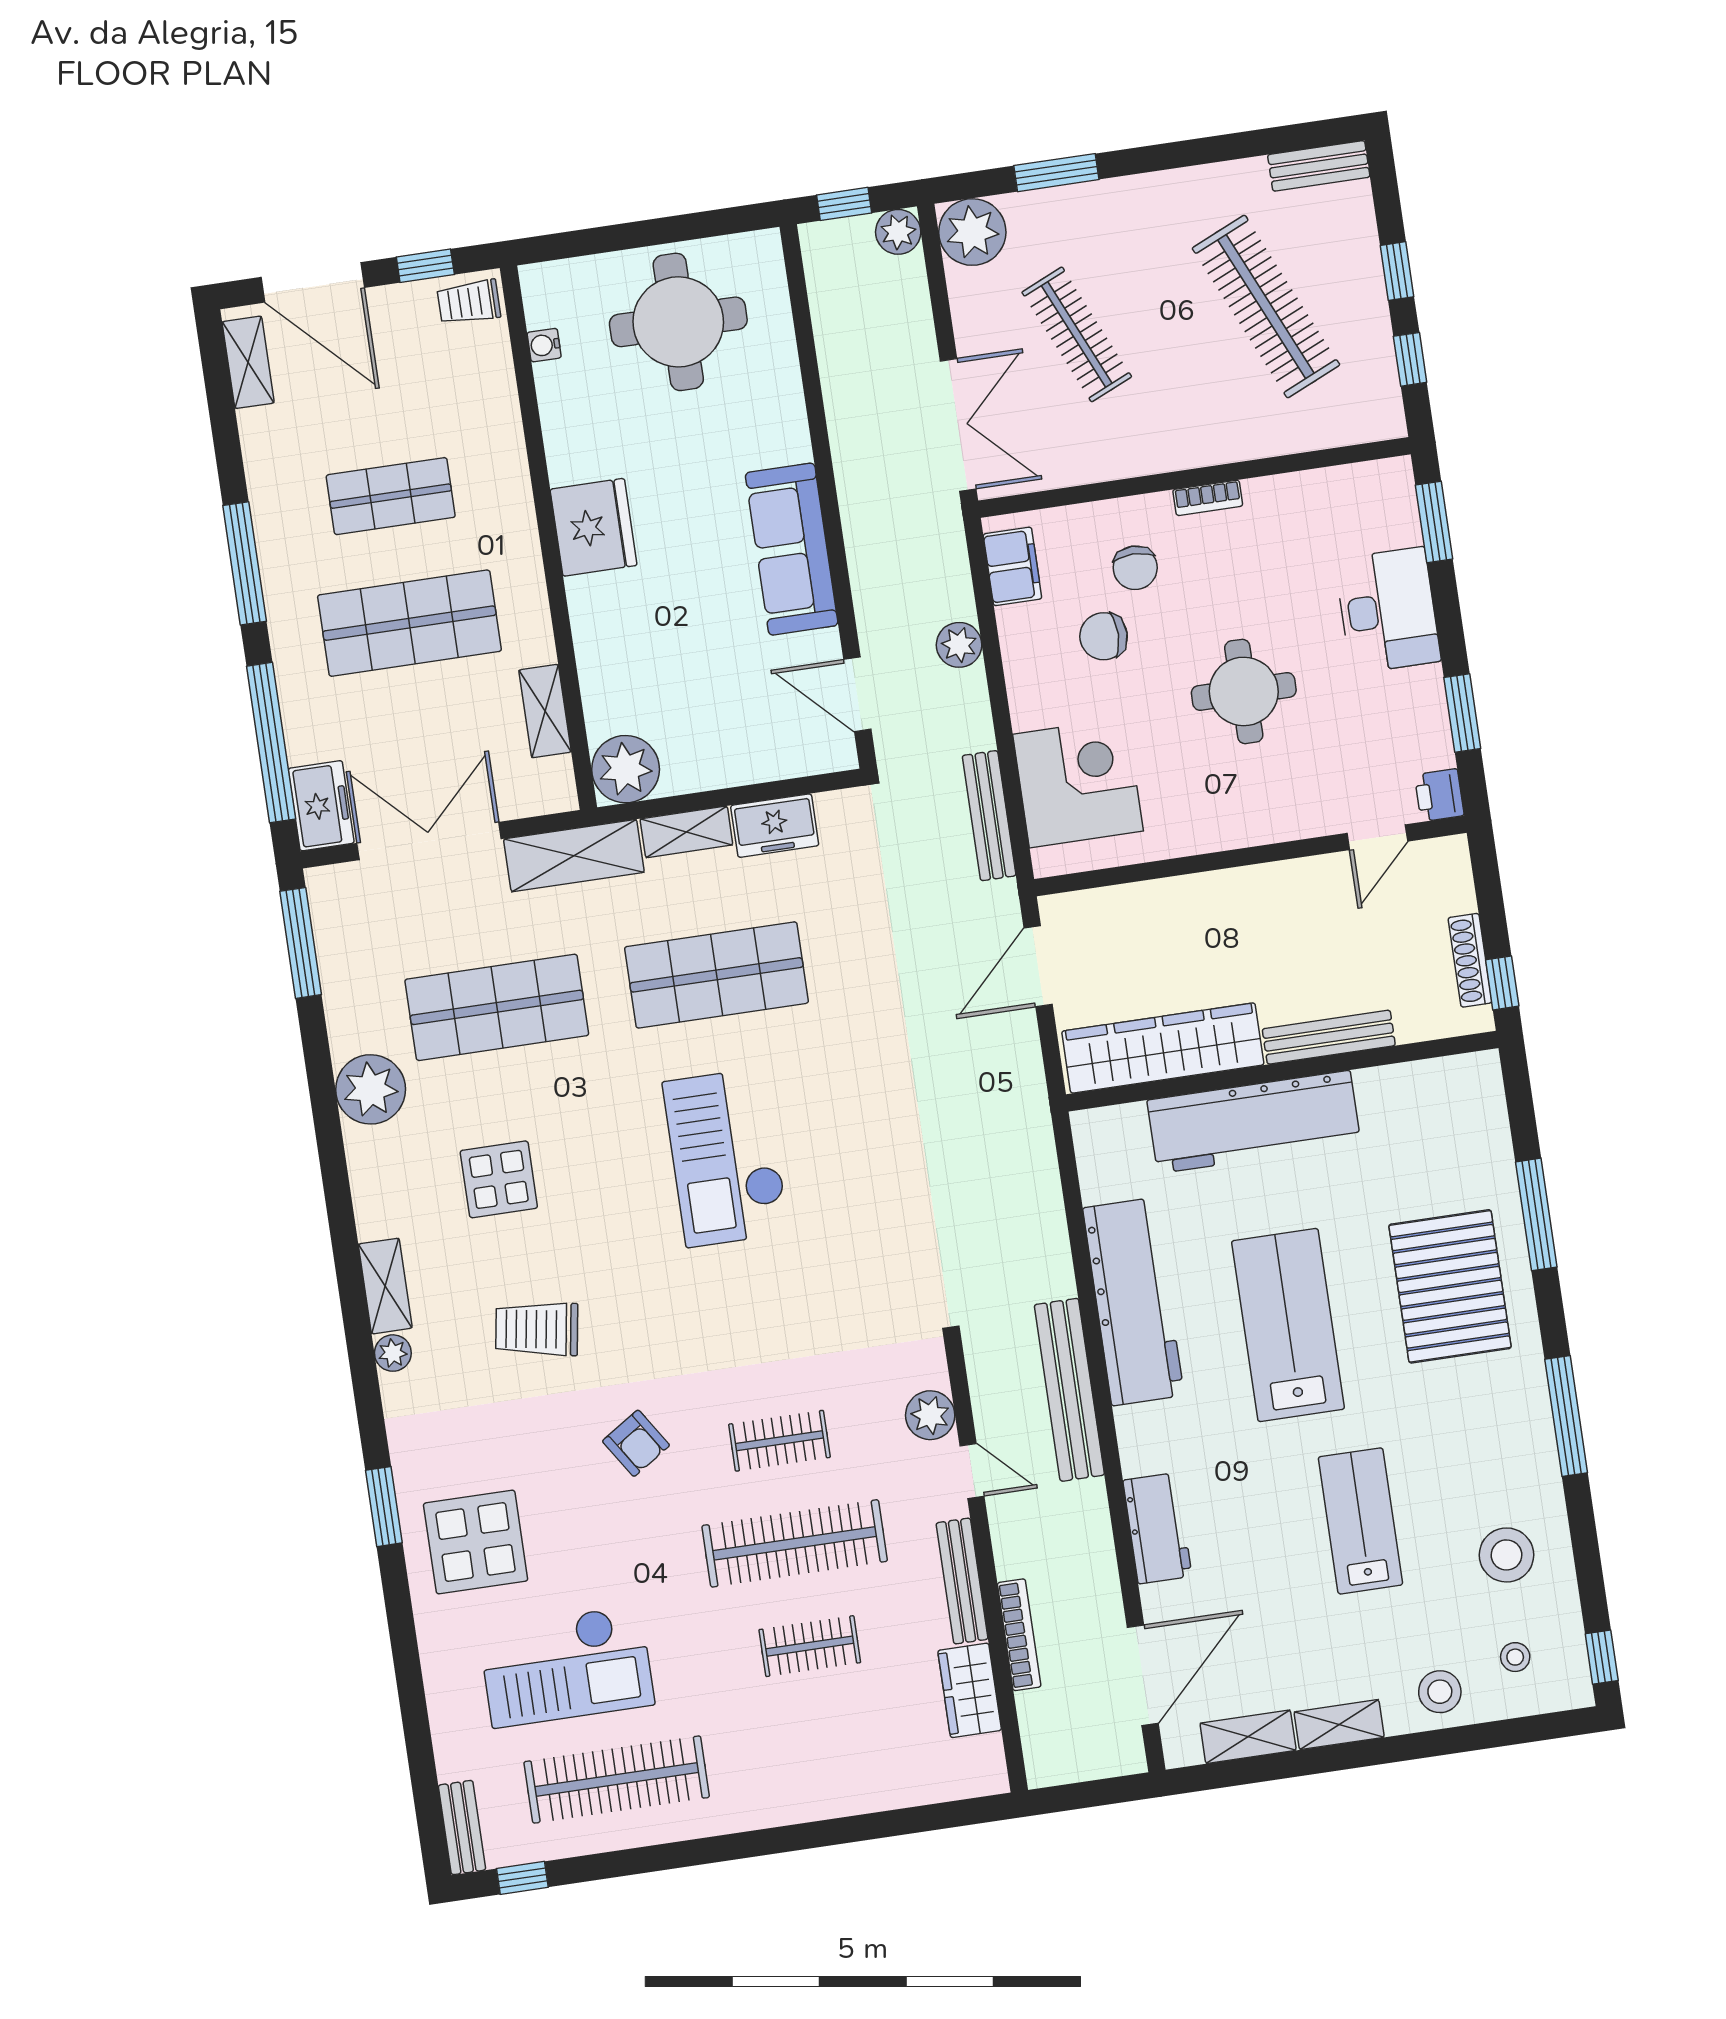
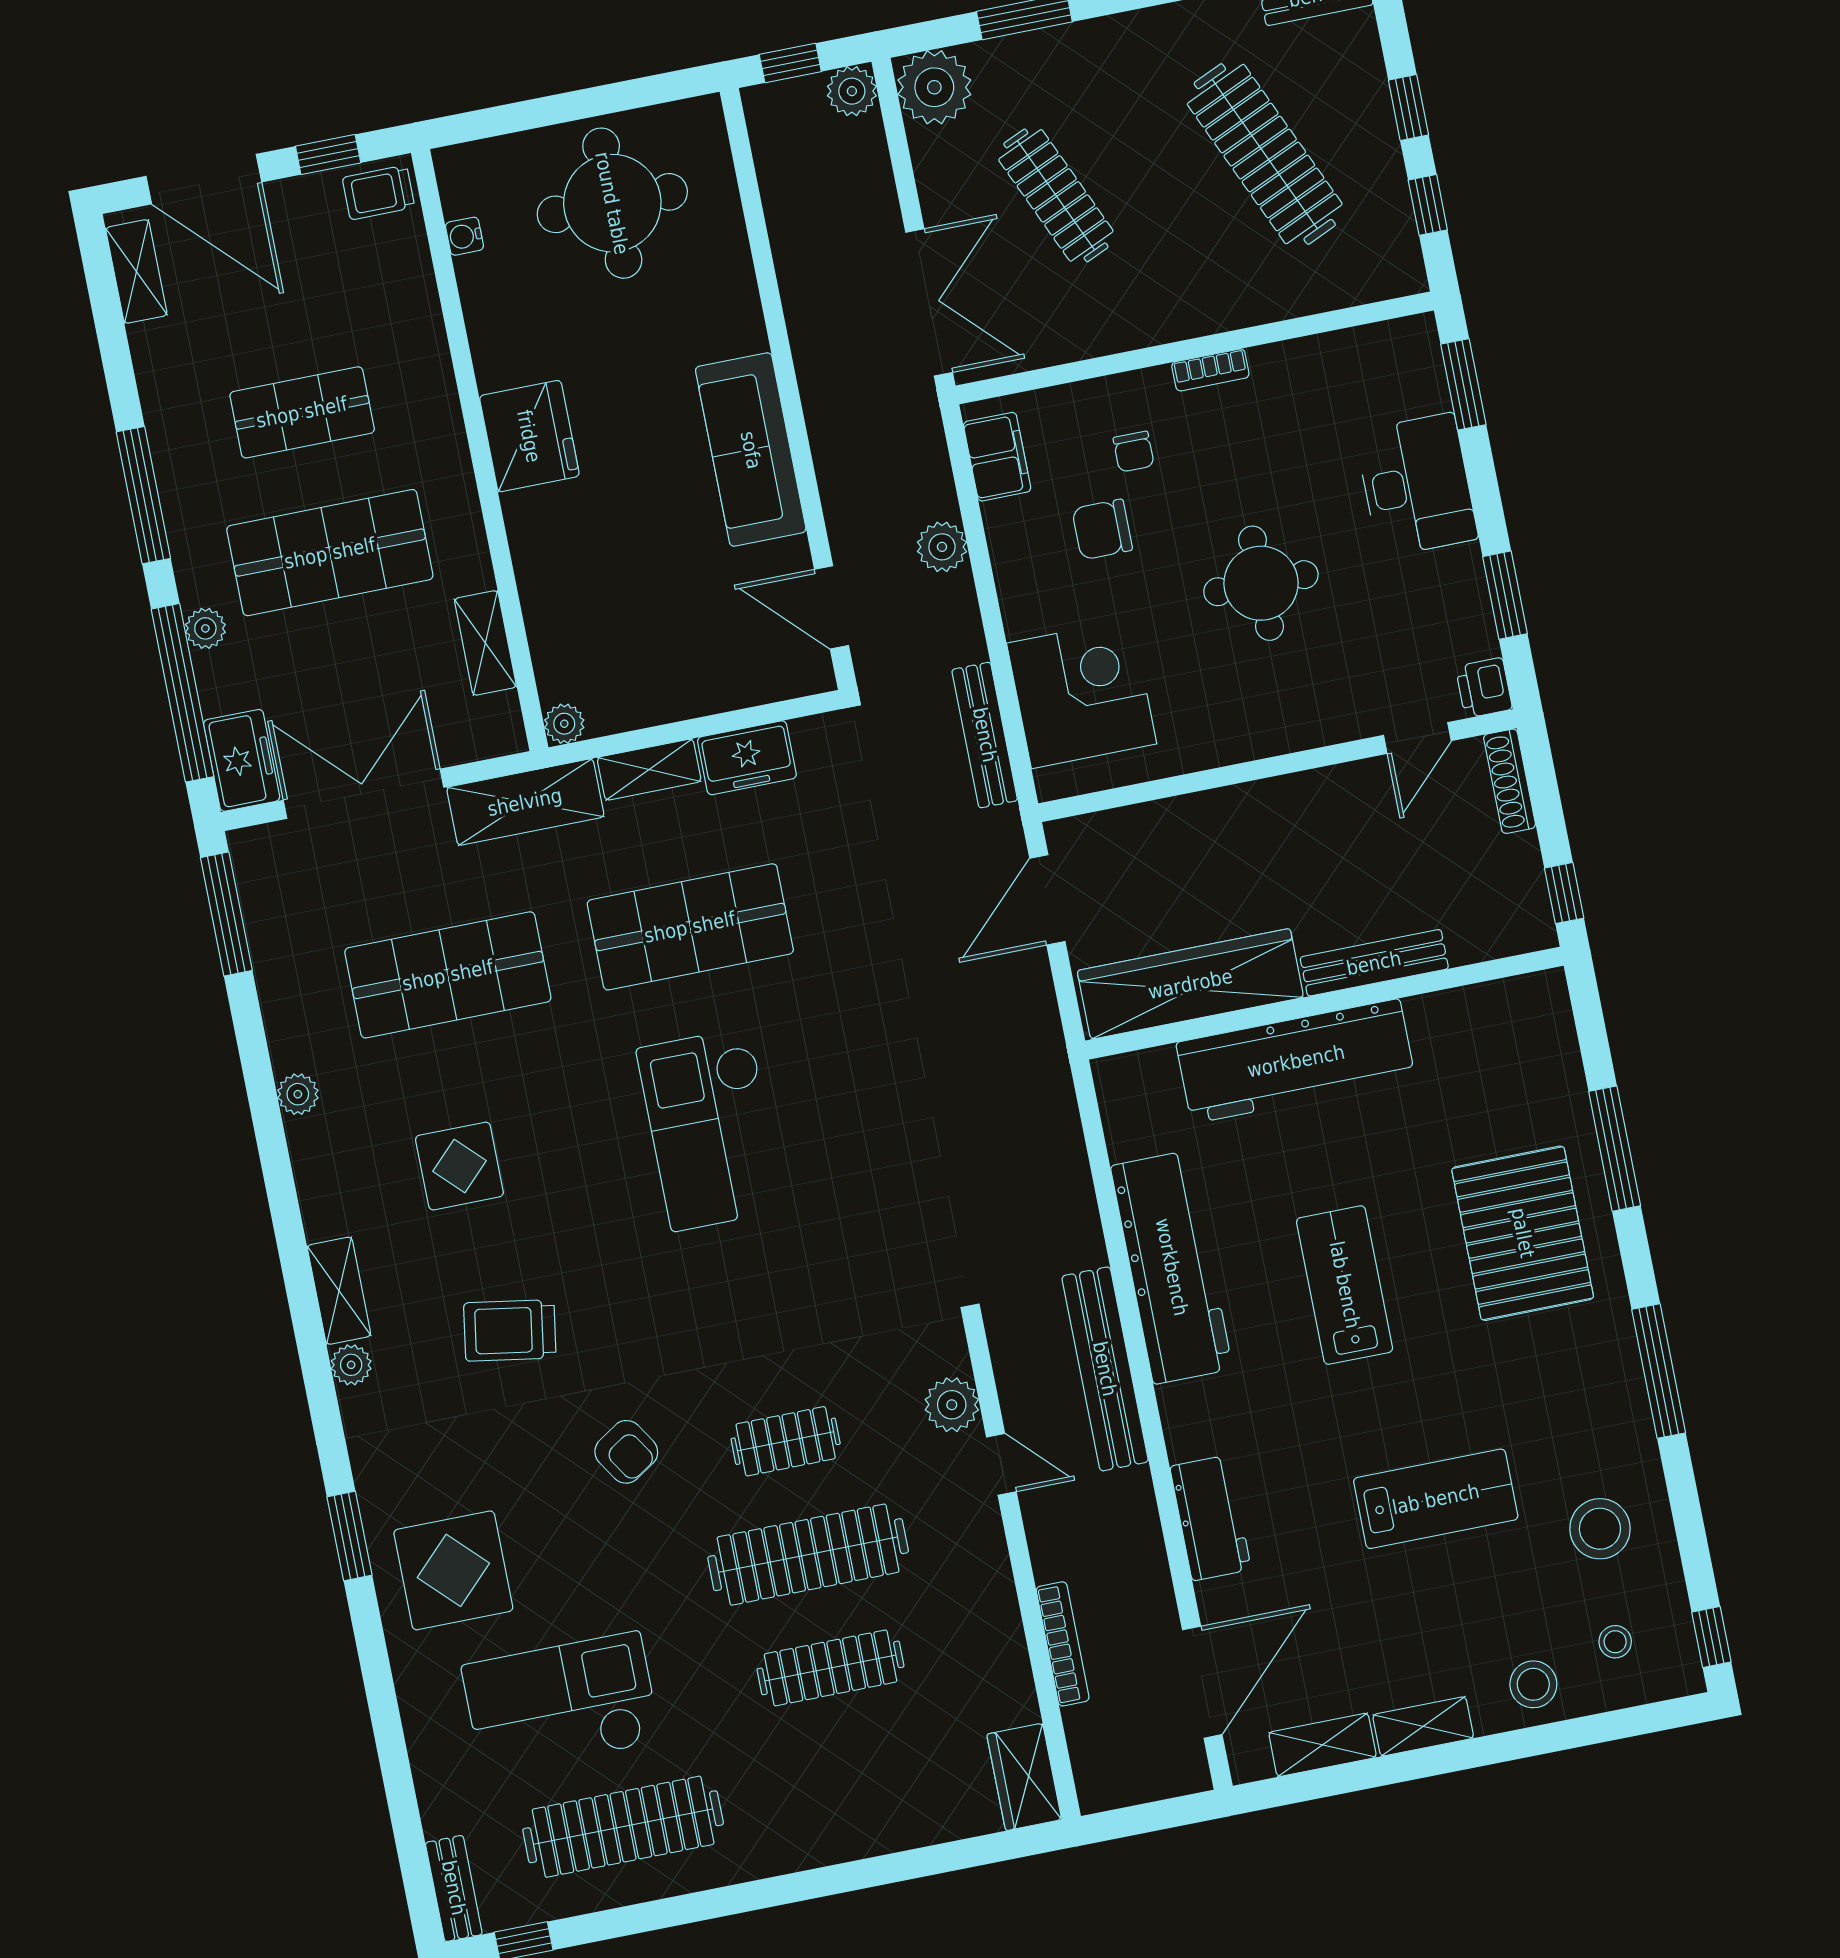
chair: (1135, 568) -> (1134, 452), width x0.73, depth x0.73
plant: (294, 686) -> (205, 628), added
plant: (626, 769) -> (564, 724), width x0.53, depth x0.53
shoe rack: (1470, 960) -> (1510, 781), moved
plant: (371, 1089) -> (298, 1094), width x0.53, depth x0.53
lab bench: (1288, 1325) -> (1345, 1285), width x0.73, depth x0.72
lab bench: (1360, 1521) -> (1436, 1499), turned 90
bench: (962, 1581) -> (996, 1587), removed
clothes rail: (810, 1646) -> (830, 1668), width x1.36
checkout: (566, 1666) -> (561, 1704), turned 180
wardrobe: (970, 1690) -> (1024, 1777), moved

